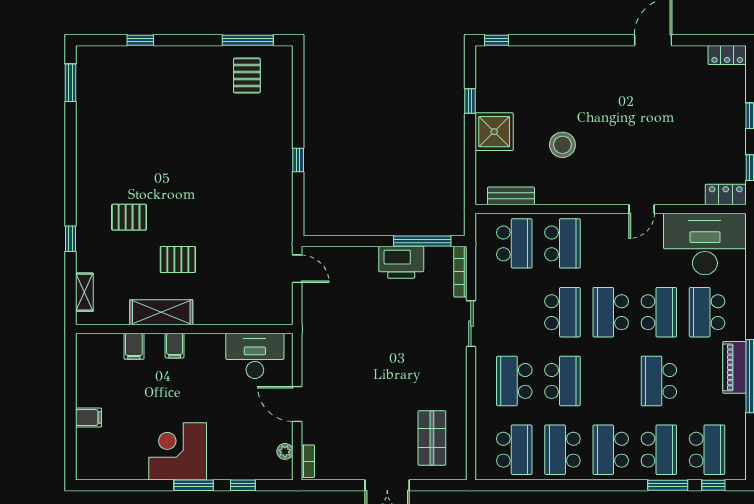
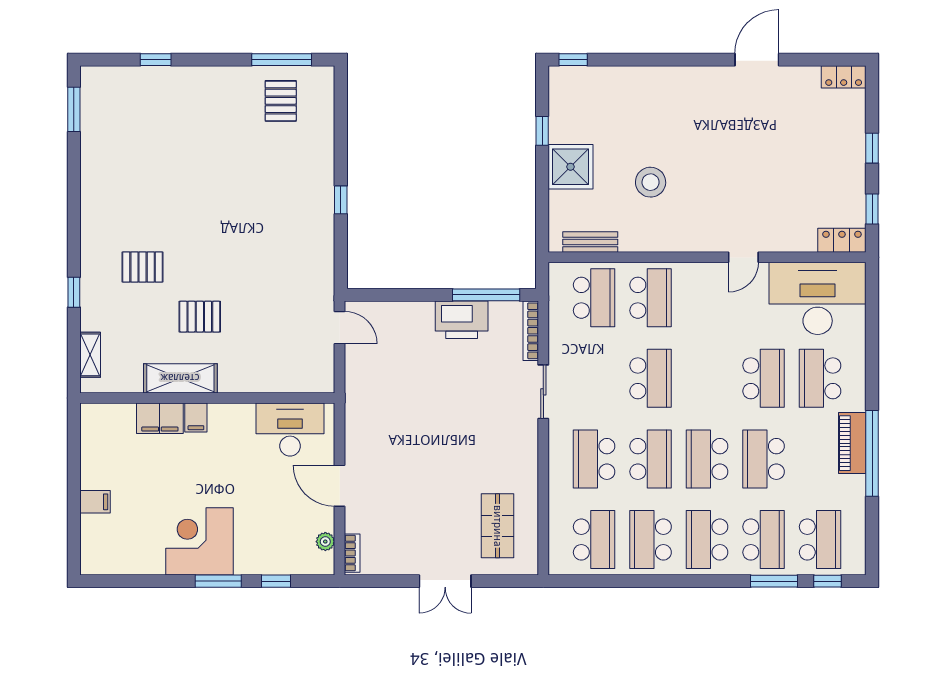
school desk: (611, 312) -> (707, 459), moved
filing cabinet: (134, 346) -> (160, 418), width x2.00

